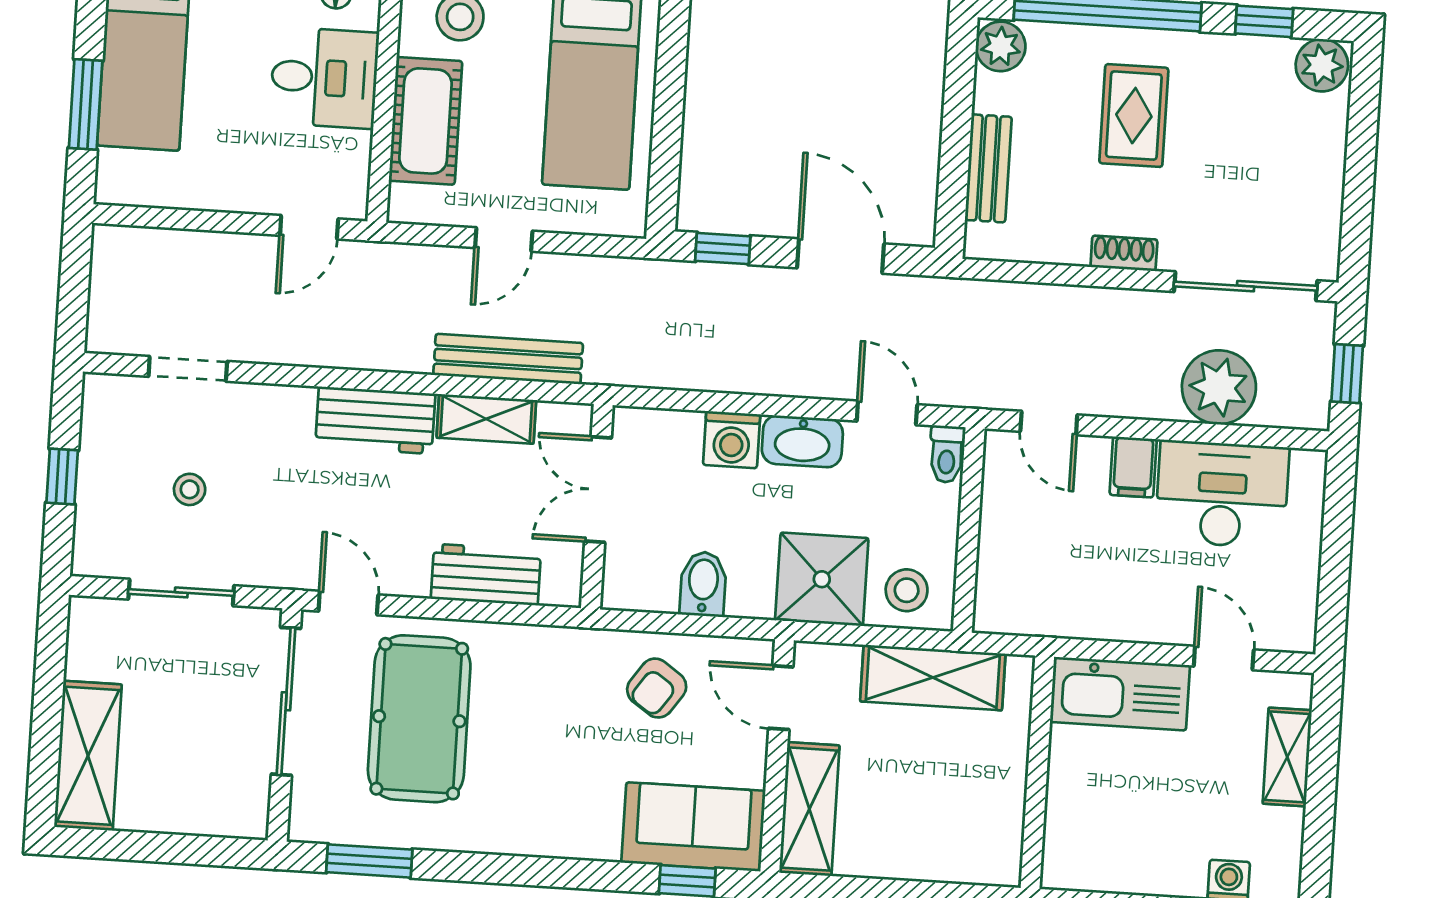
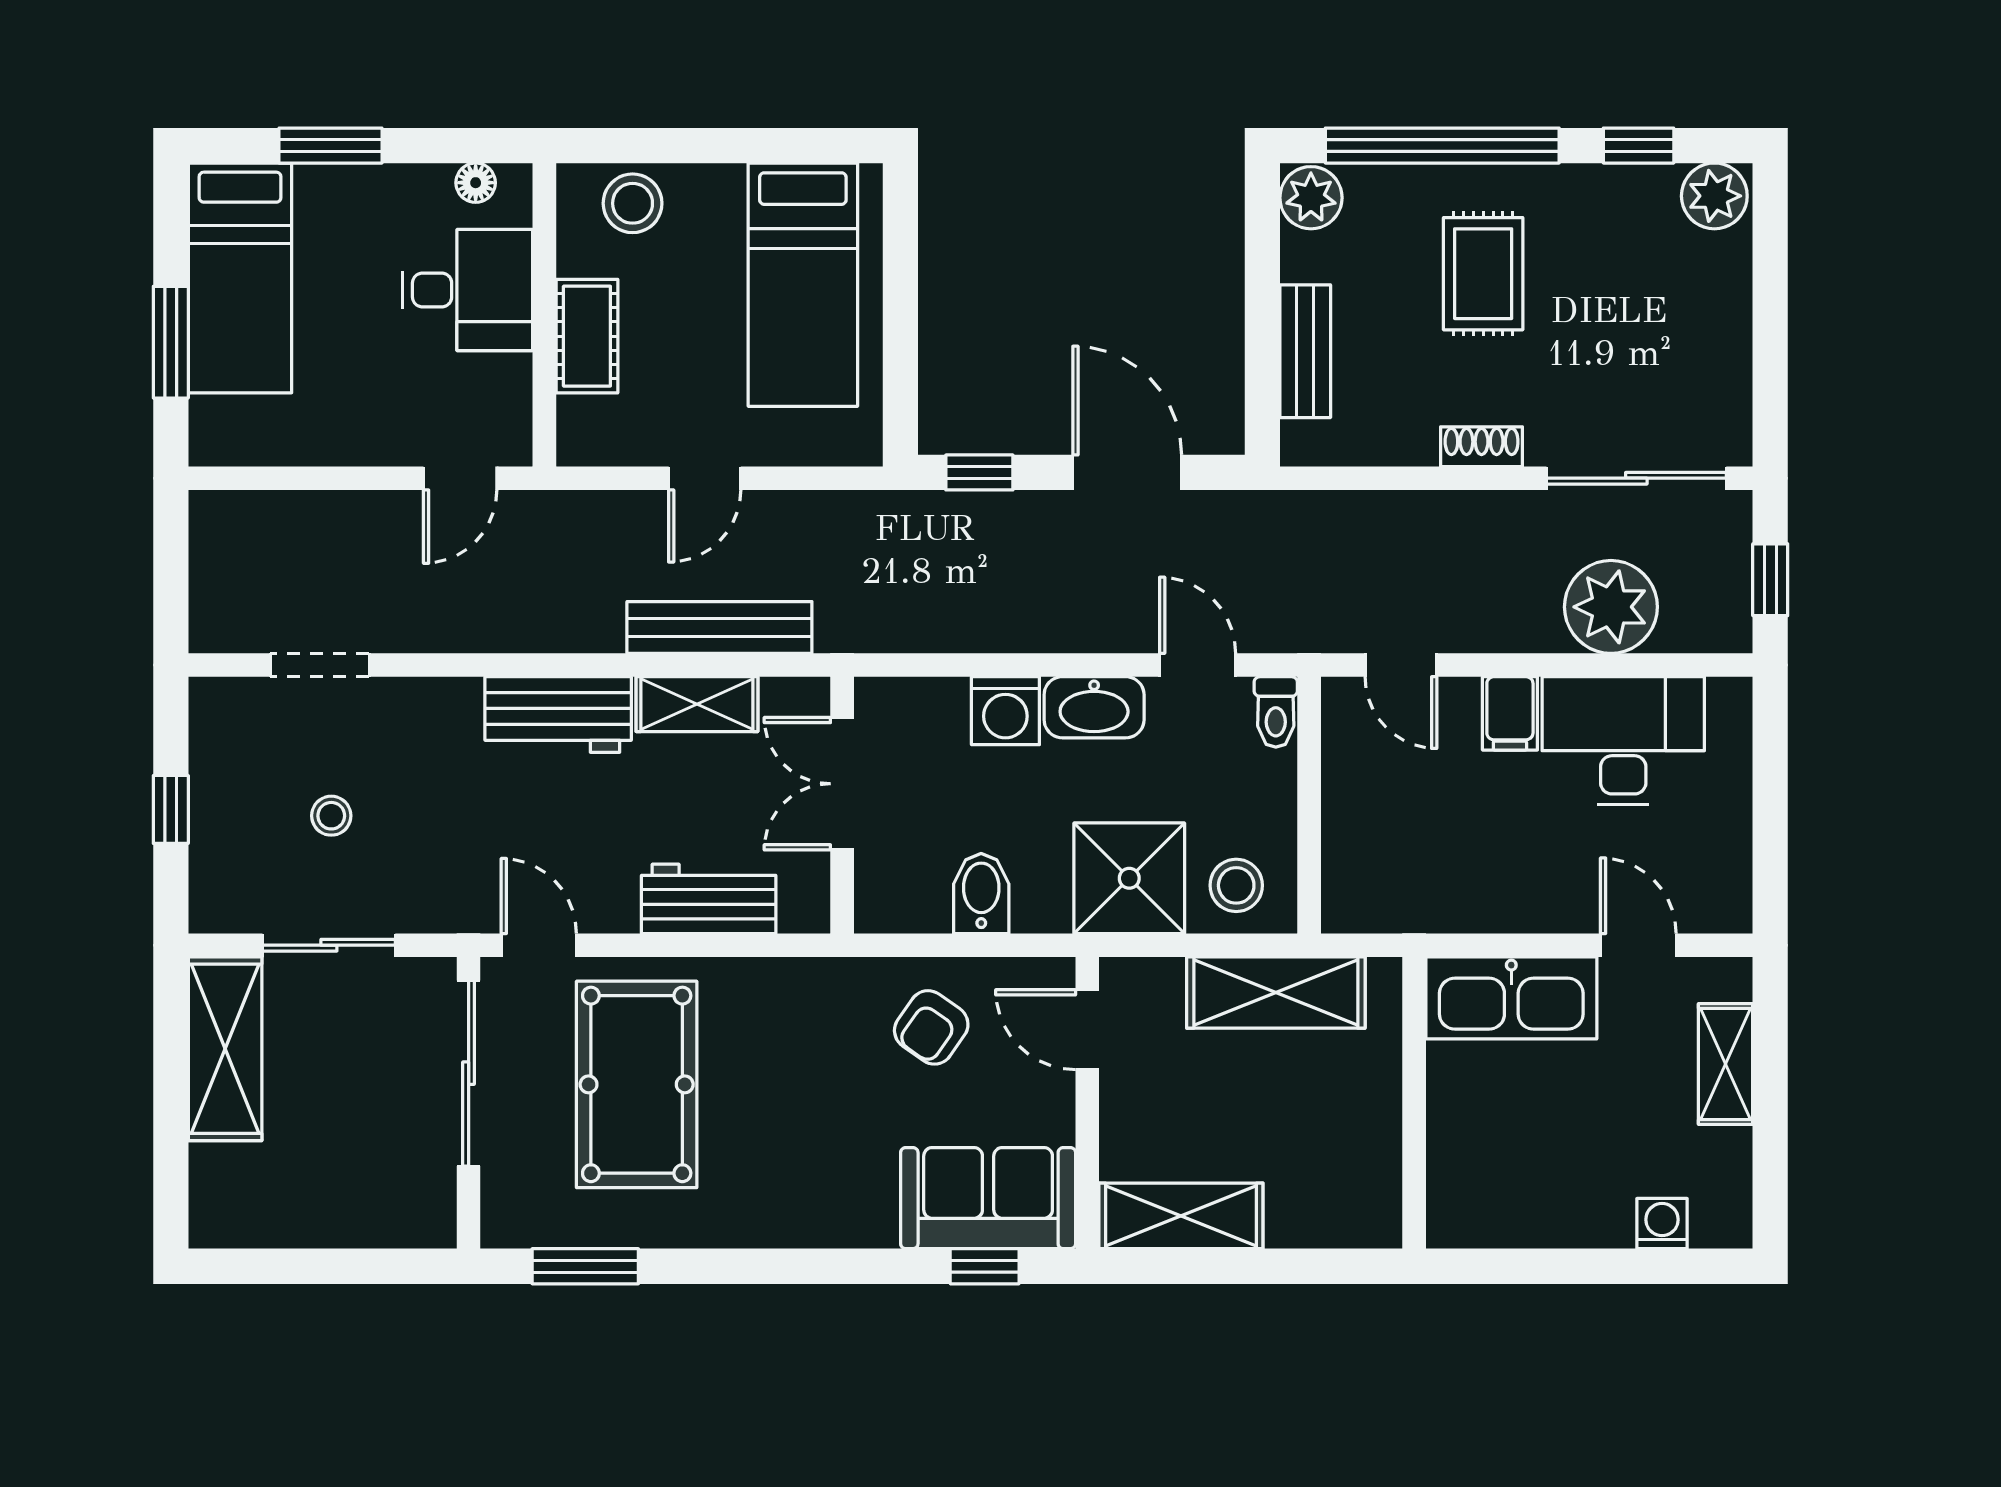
cot: (426, 121) -> (587, 336), width x0.73, depth x0.75
shelving: (88, 756) -> (225, 1049), moved
shelving: (809, 809) -> (1181, 1216), moved, turned 90

